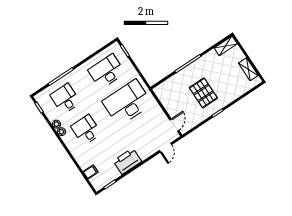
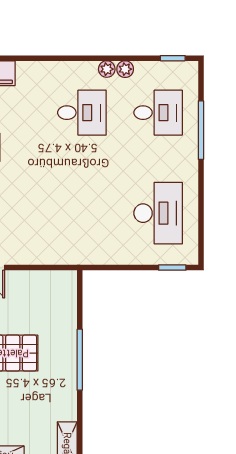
desk: (127, 103) -> (82, 213), removed

